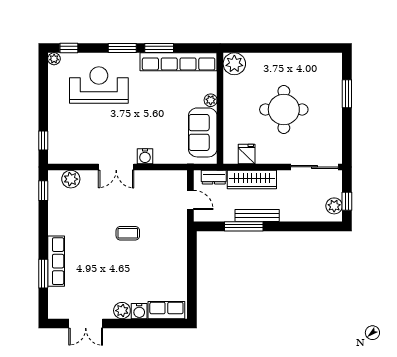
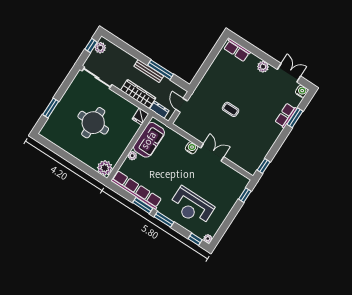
fridge: (247, 154) -> (140, 116), moved
plant: (71, 179) -> (243, 162), removed
row of seats: (56, 261) -> (286, 115), width x0.68
water cooler: (139, 311) -> (302, 91), moved

